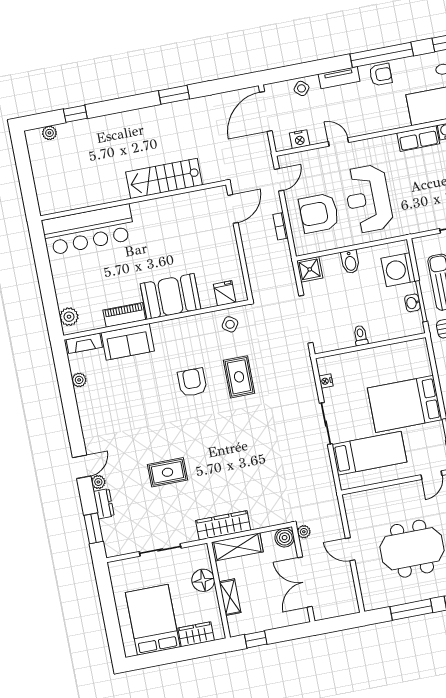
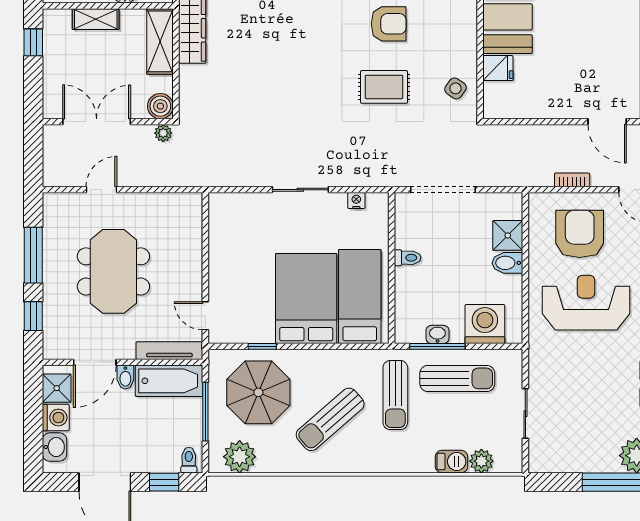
shower: (310, 269) -> (508, 235), moved
fridge: (225, 293) -> (498, 68), moved
bed: (369, 453) -> (360, 296), moved, turned 180
door: (350, 549) -> (101, 190), moved

